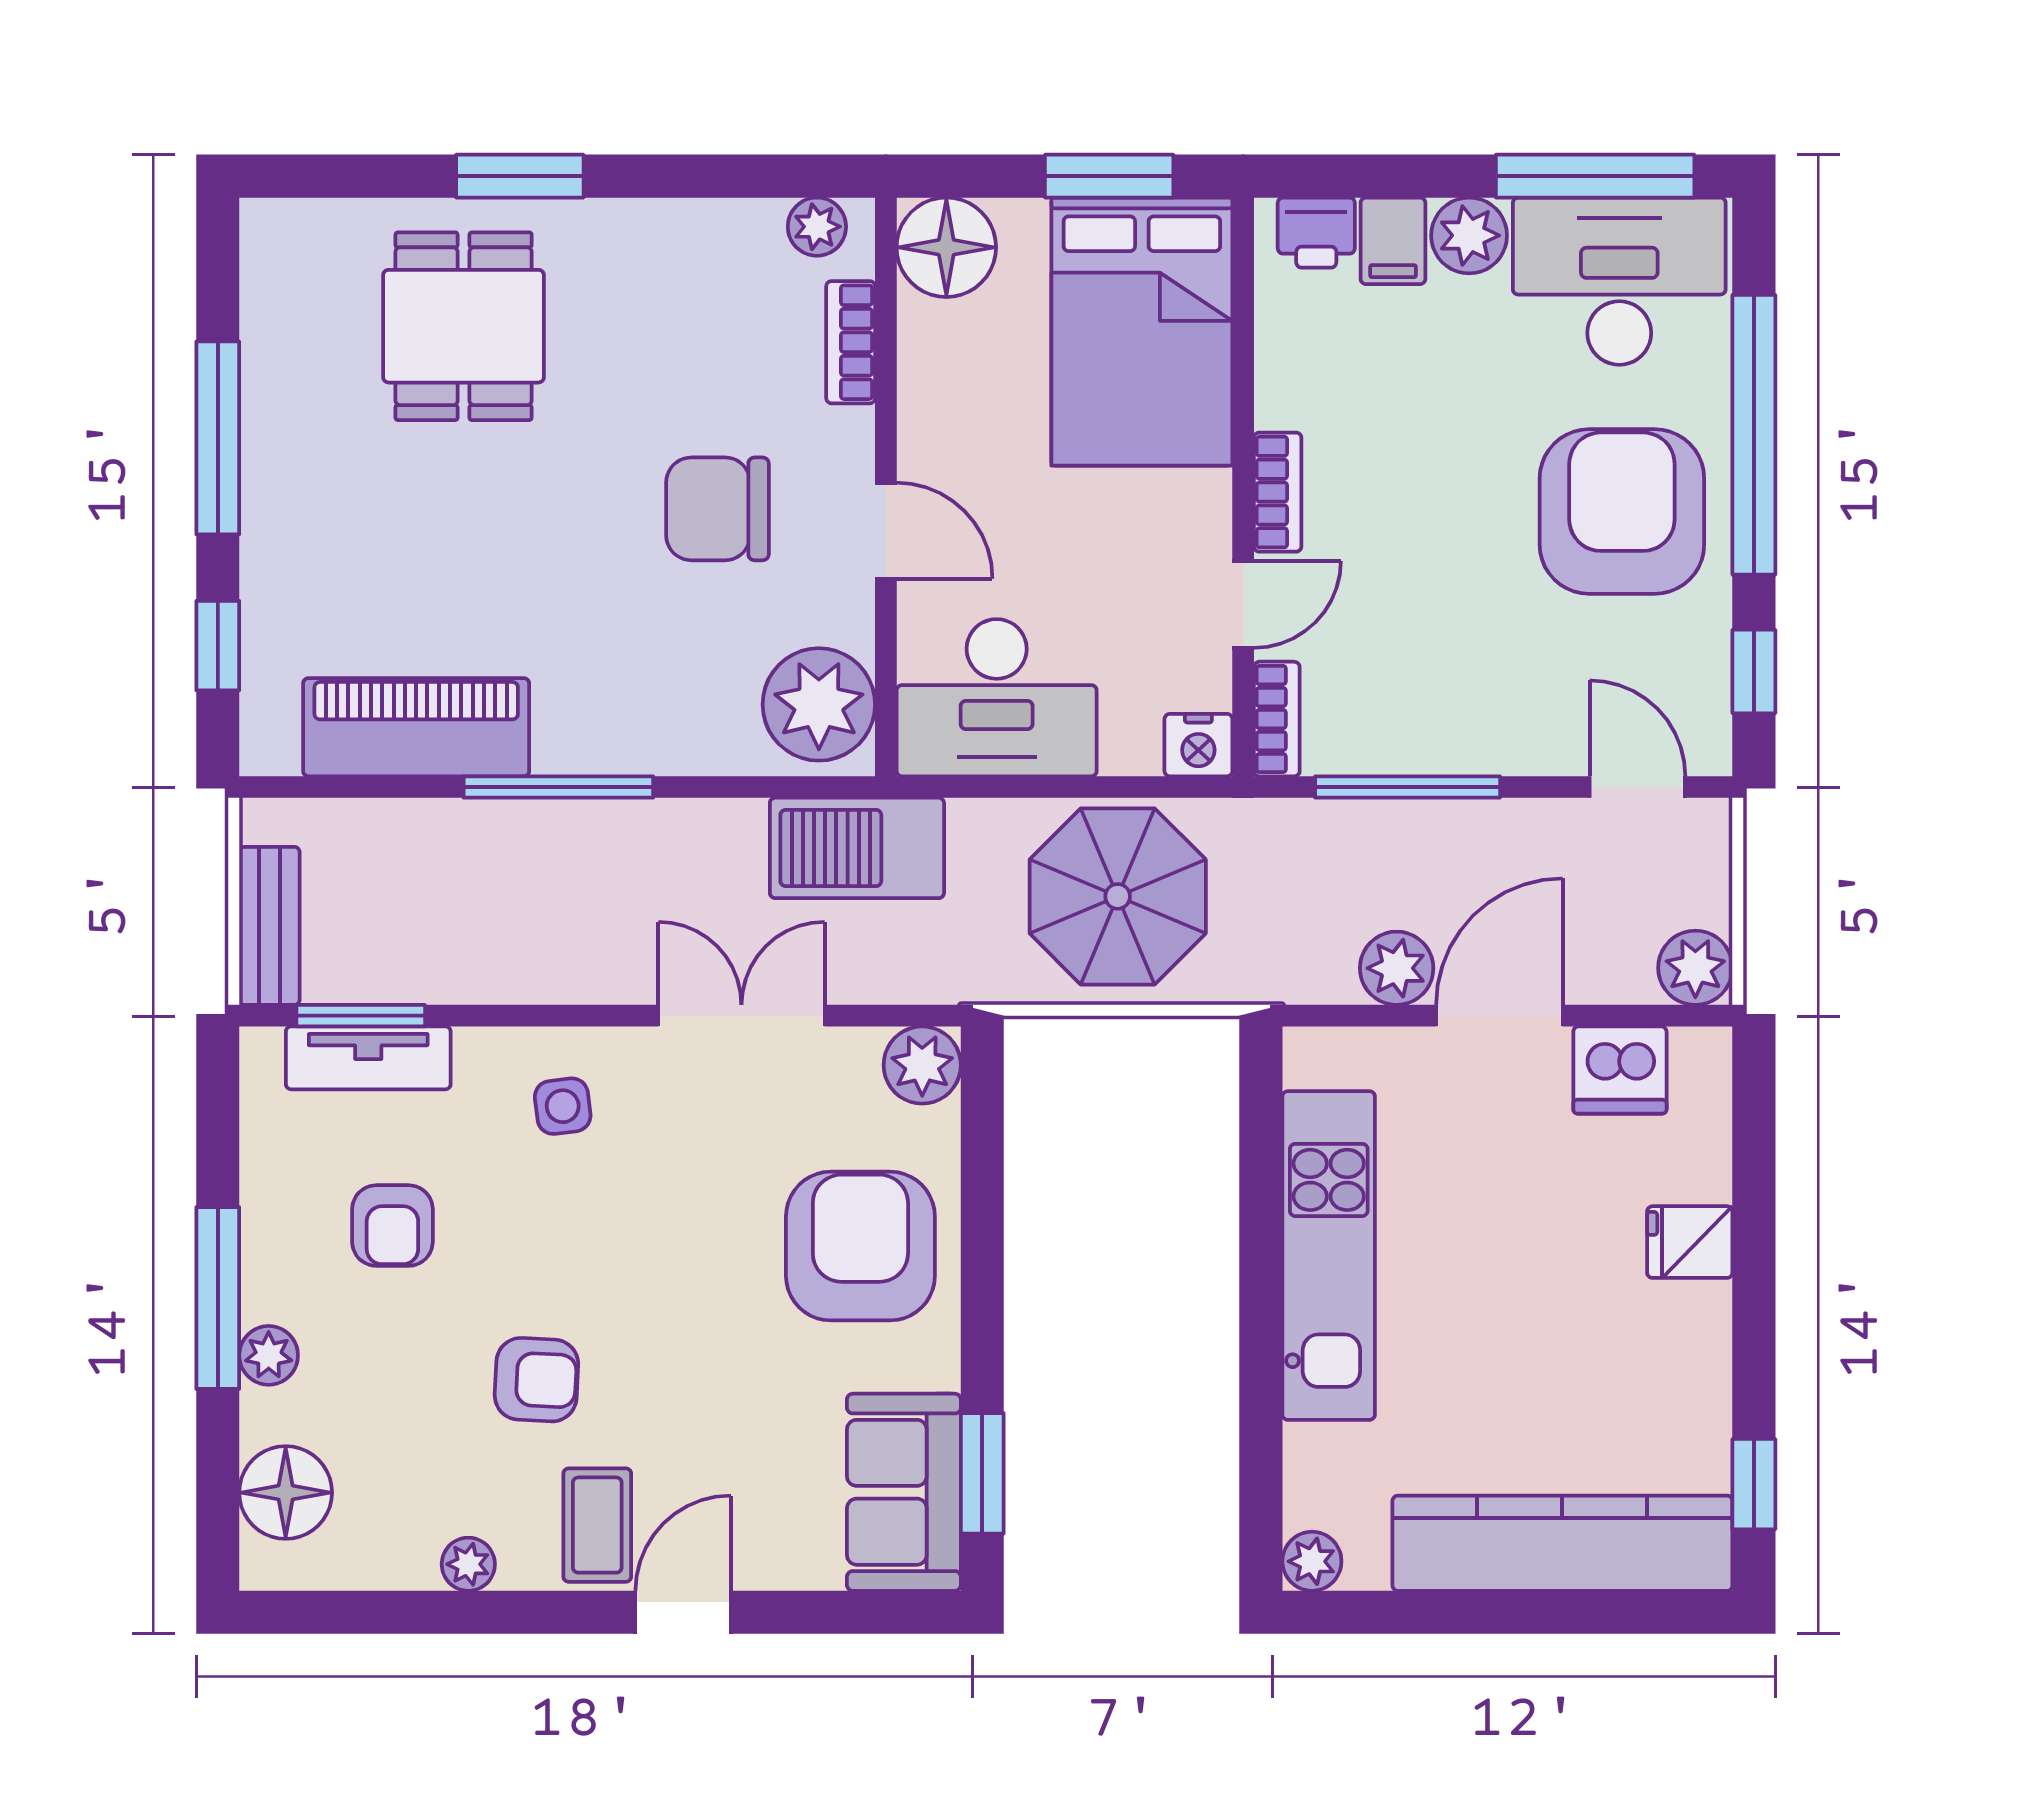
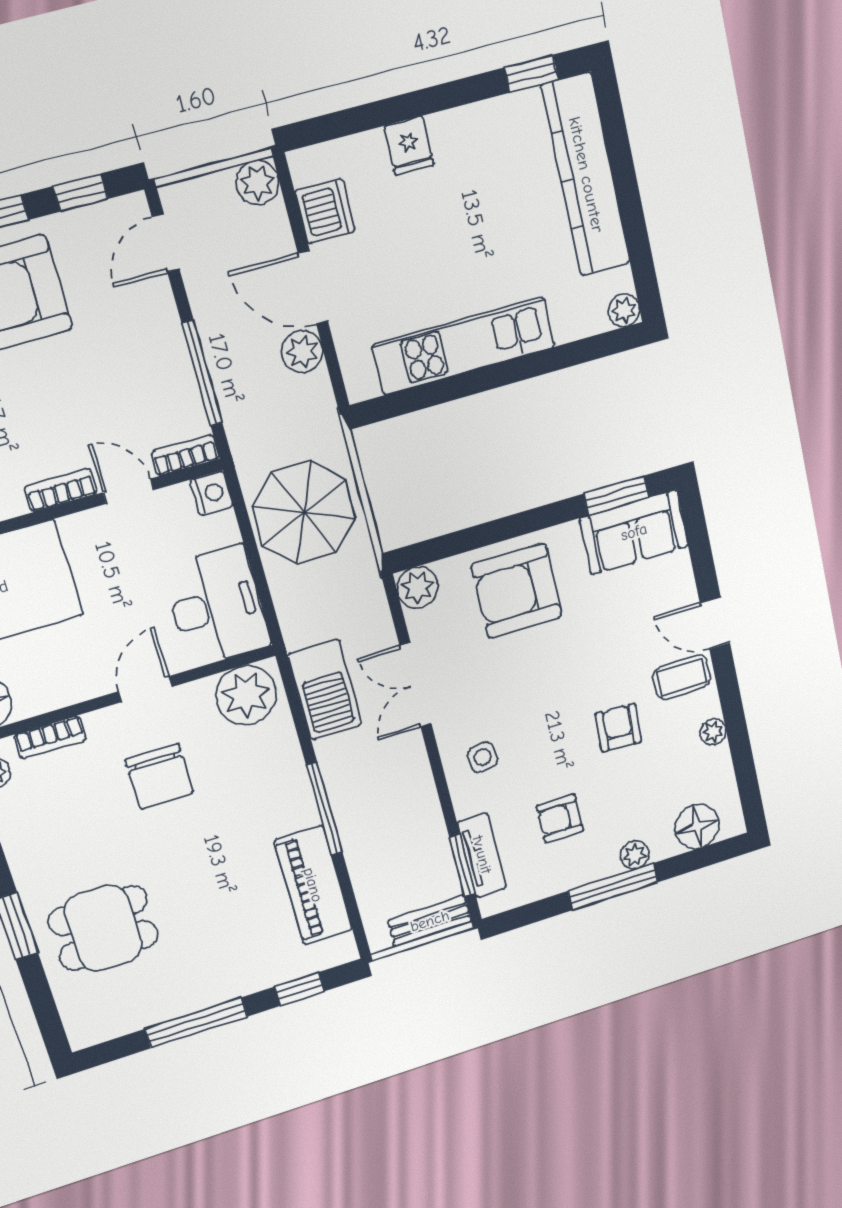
barbecue: (857, 848) -> (325, 690), moved
armchair: (392, 1226) -> (560, 818), turned 180

